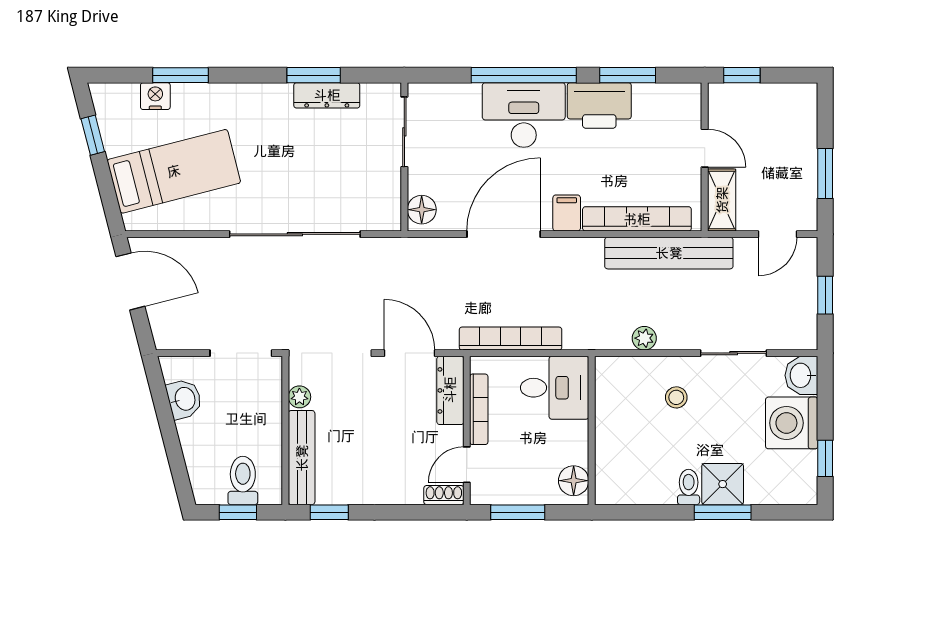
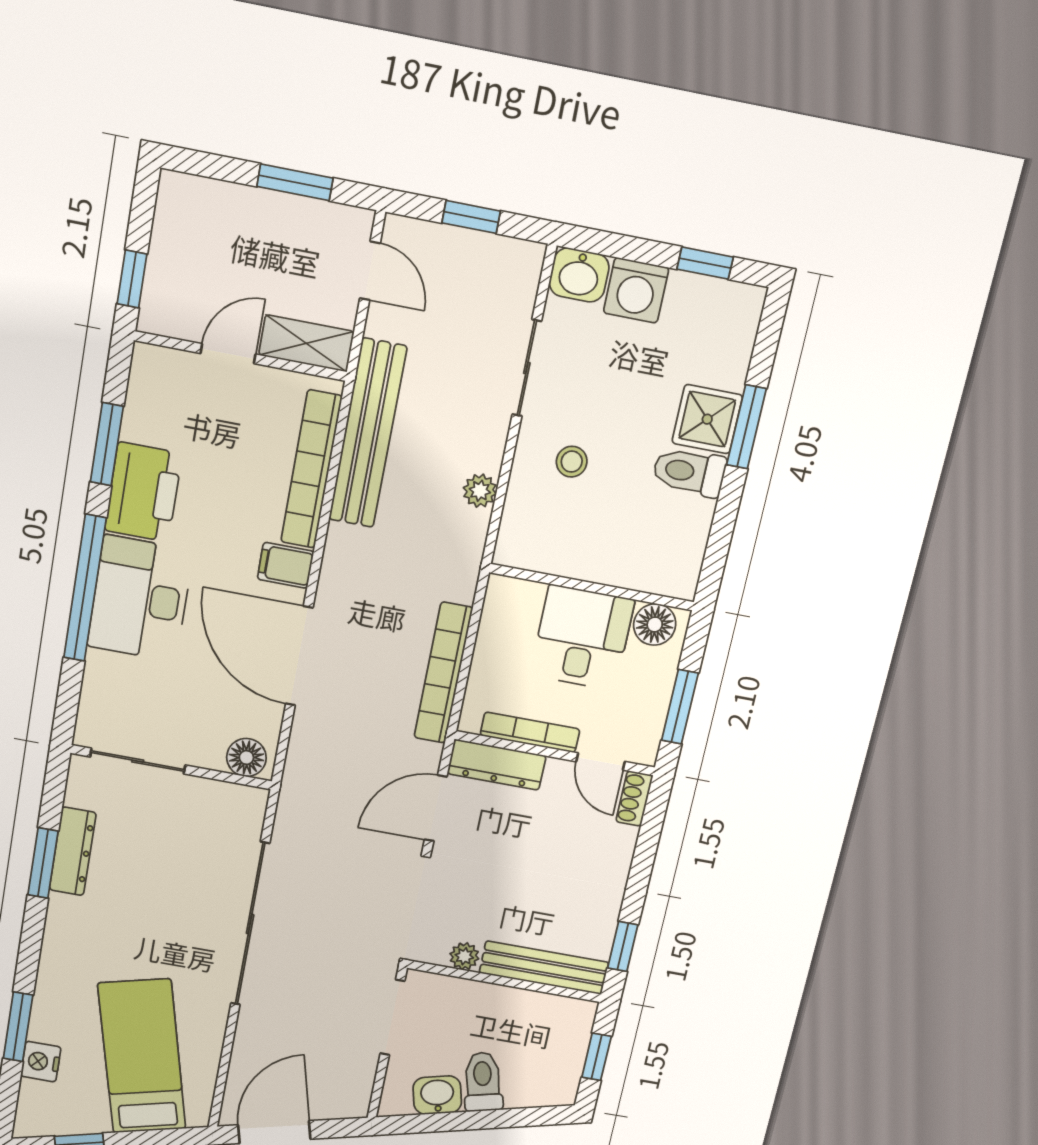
desk: (555, 388) -> (582, 638), moved
washing machine: (792, 423) -> (636, 290), width x0.73, depth x0.73
toilet: (243, 481) -> (483, 1082), moved, turned 76
toilet: (689, 487) -> (689, 472), width x1.37, depth x1.39

